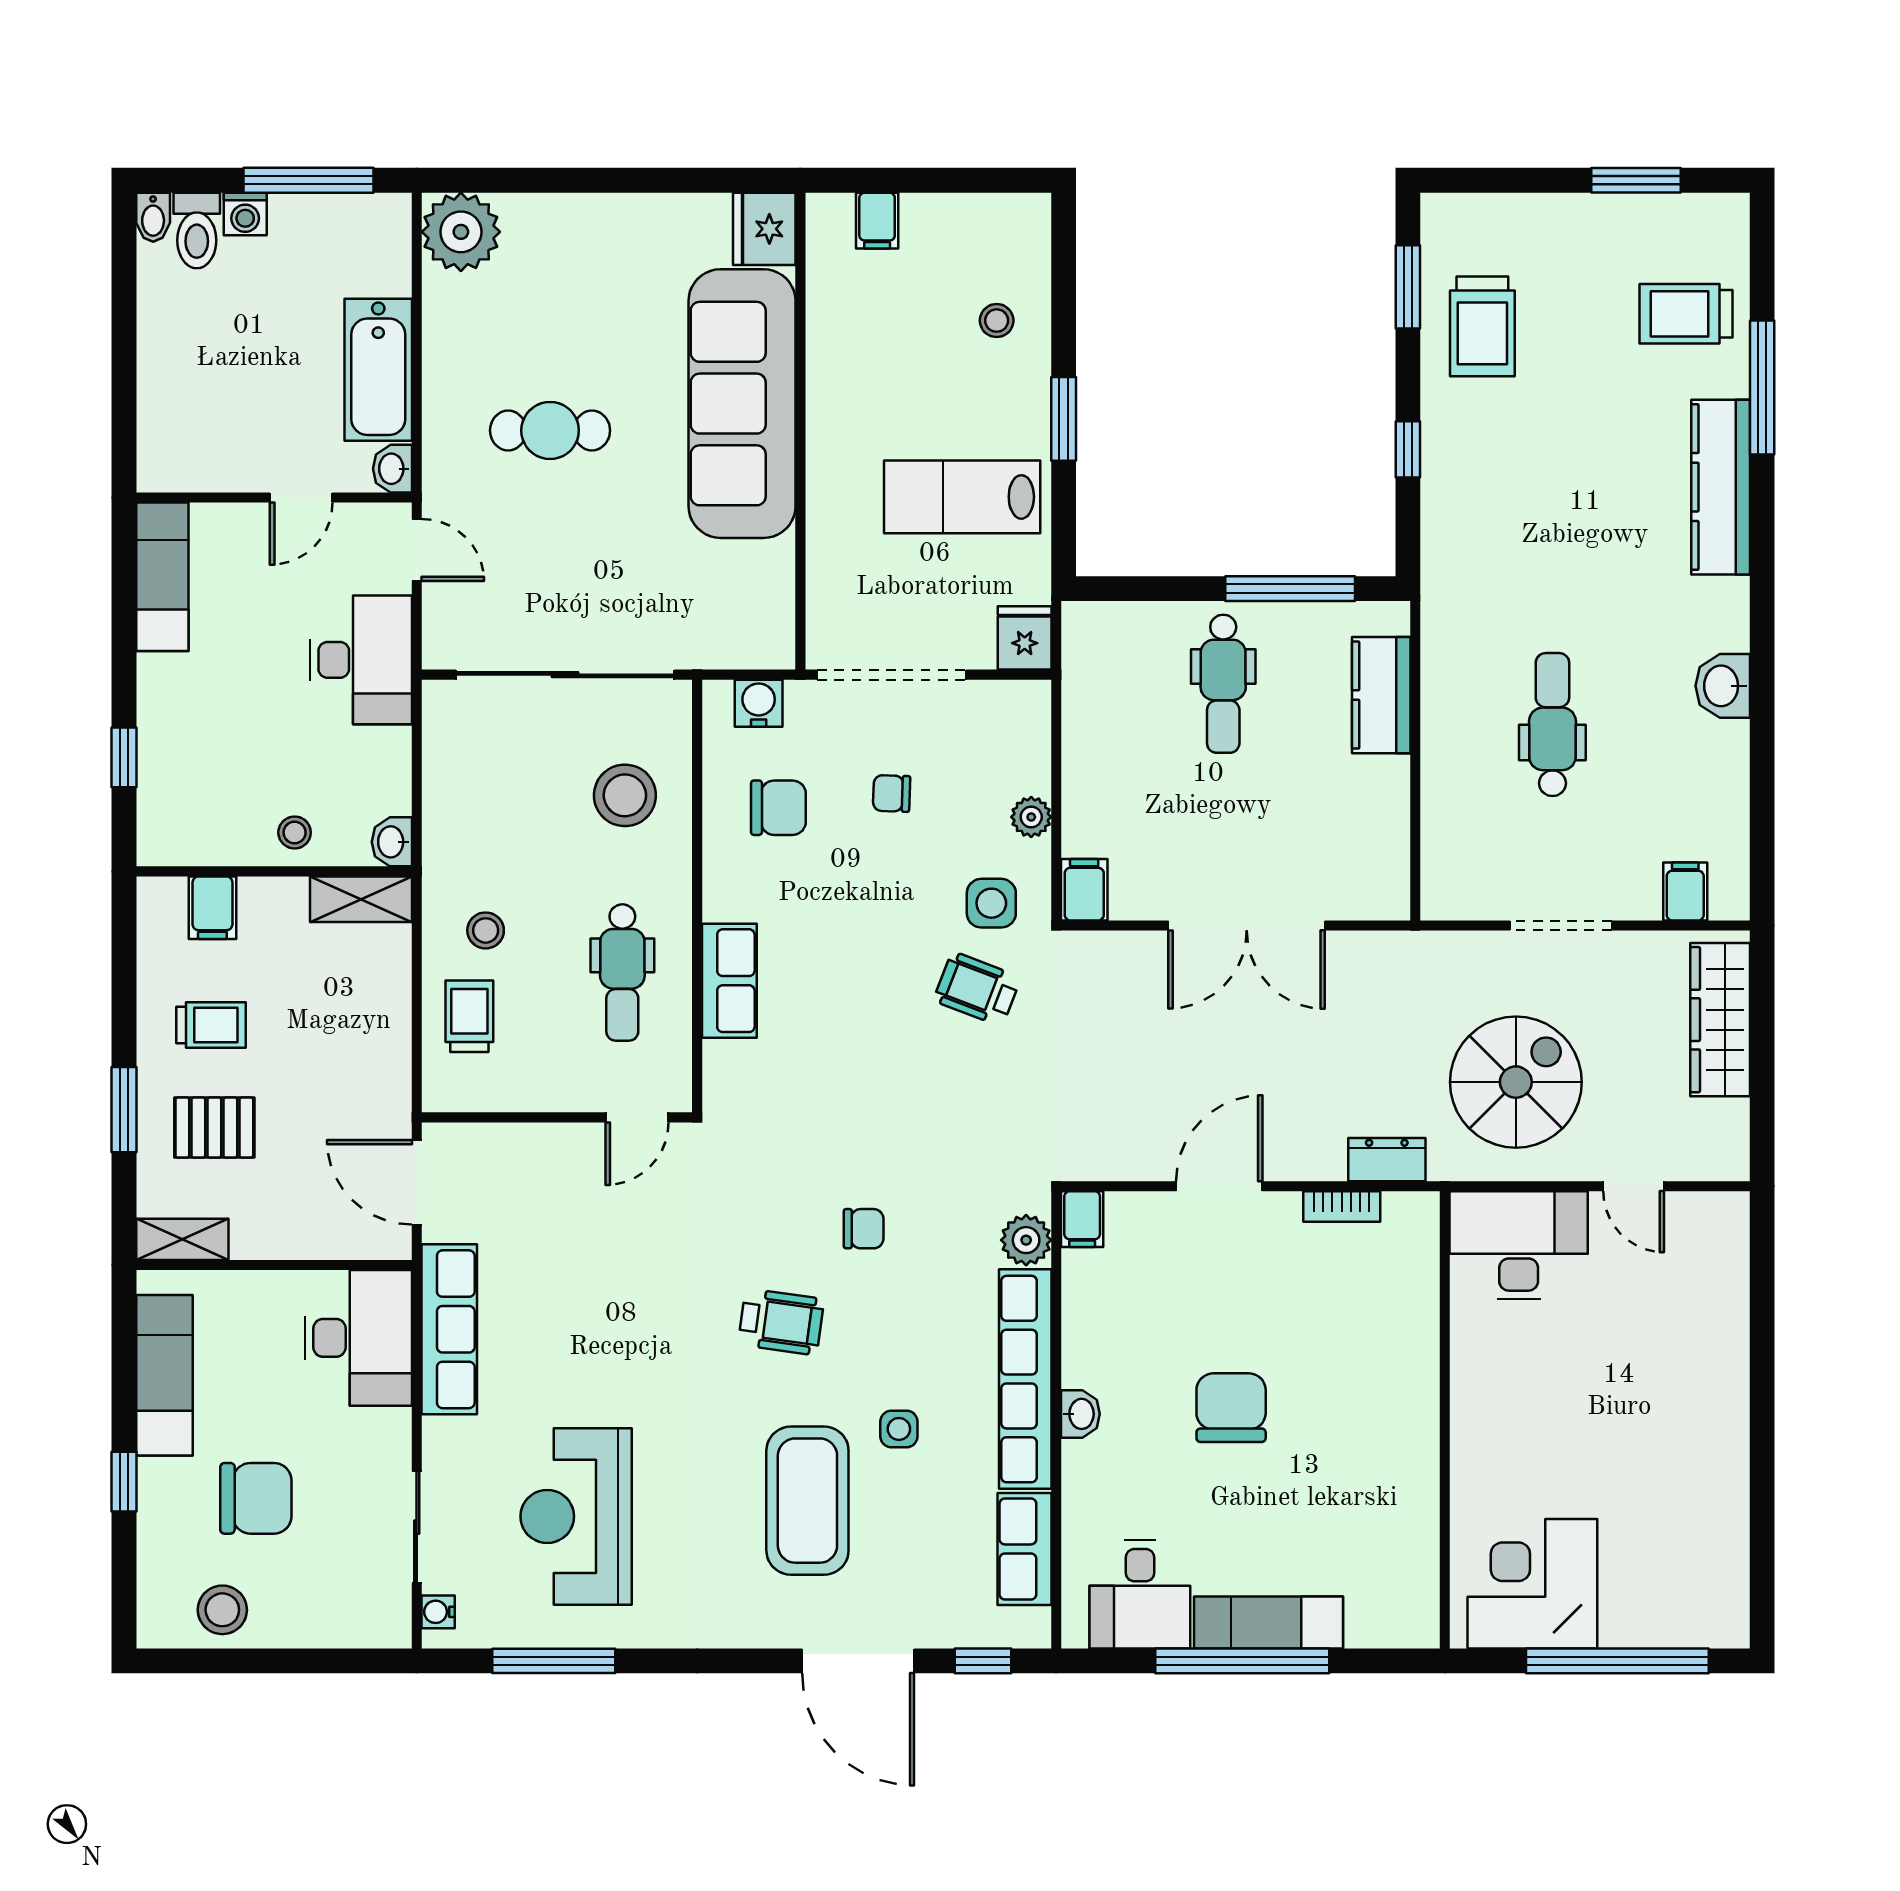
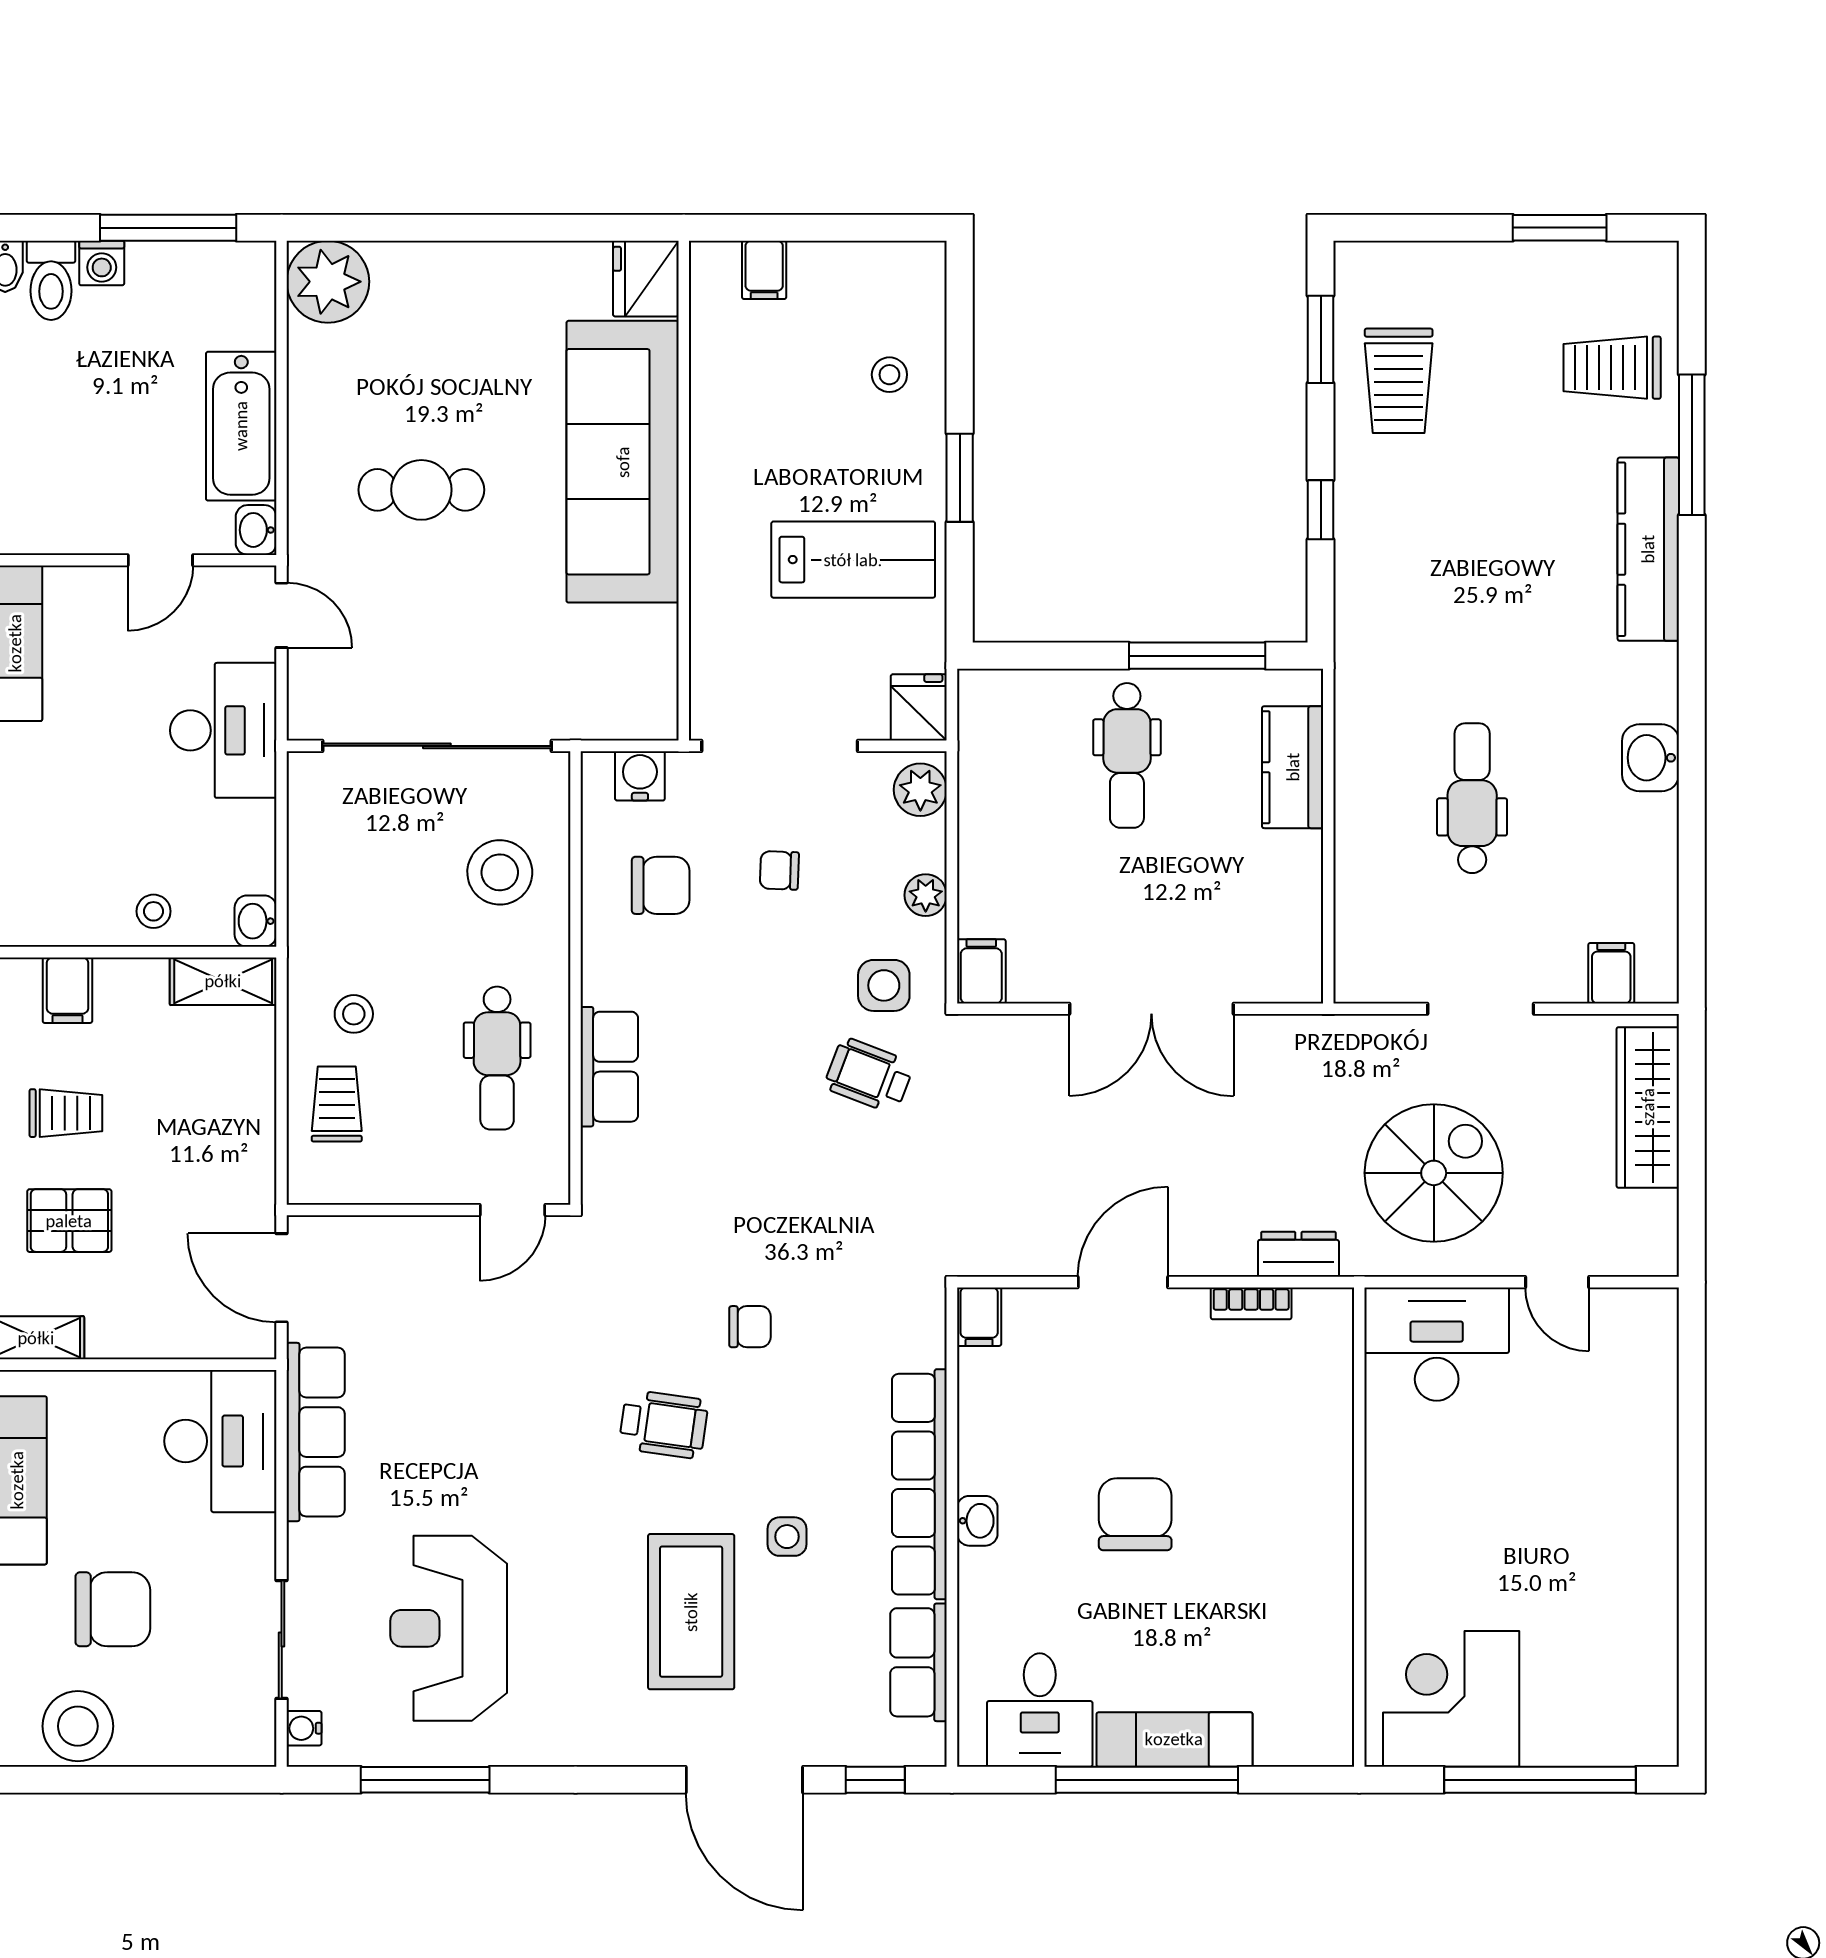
lab bench: (962, 497) -> (853, 560), turned 180
plant: (1026, 1240) -> (920, 790), moved
stool: (222, 1610) -> (78, 1726), width x1.38, depth x1.38

